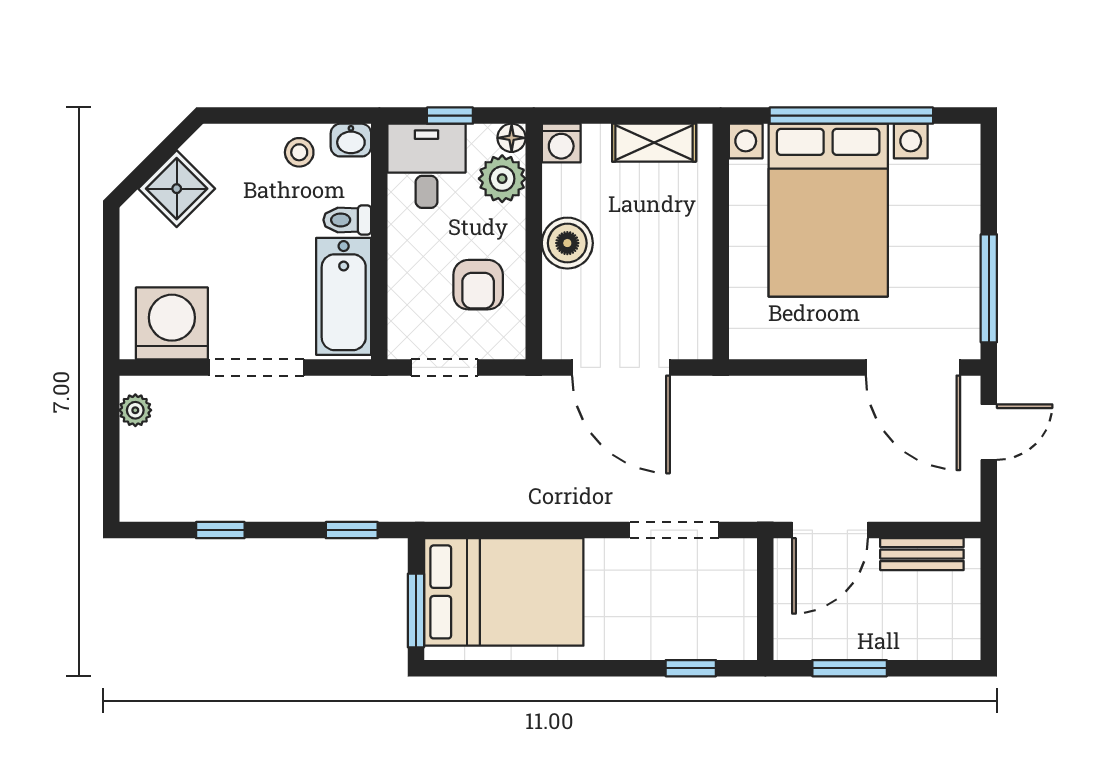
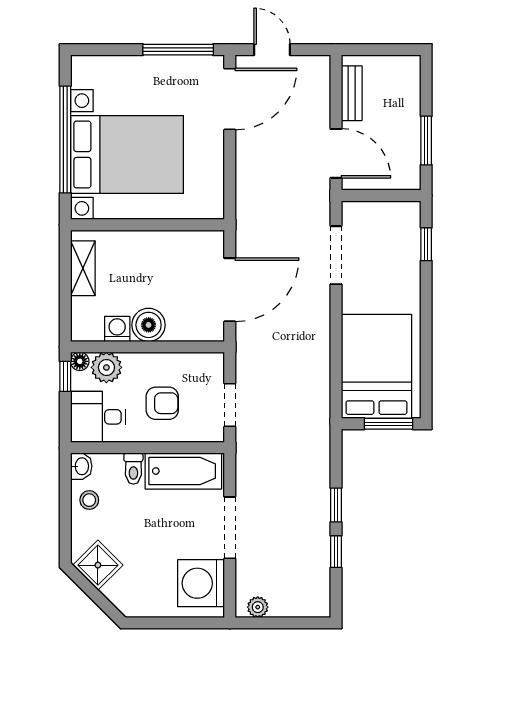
window: (450, 116) -> (65, 376), moved
washing machine: (561, 143) -> (117, 329), moved, turned -90
shower: (177, 189) -> (98, 565), moved
armchair: (478, 285) -> (162, 403), moved
window: (352, 530) -> (336, 505), moved

